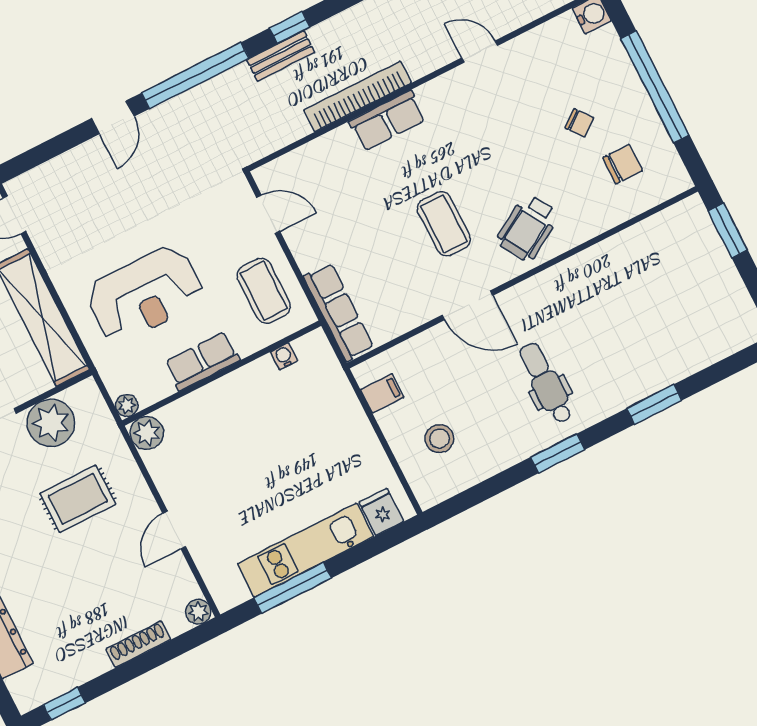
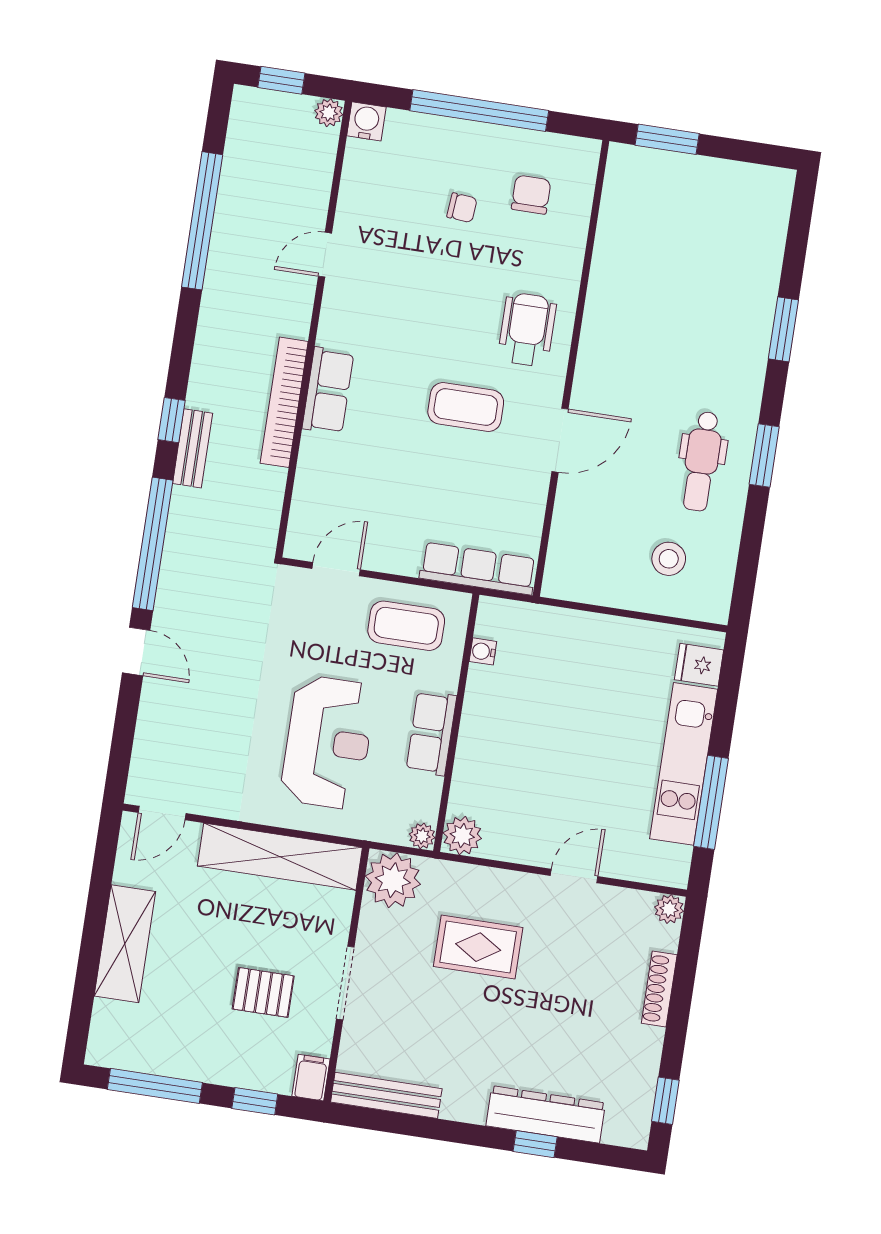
chair: (579, 123) -> (462, 208), turned 43
wheelchair: (528, 228) -> (527, 330), turned -149
dental chair: (546, 383) -> (702, 461), moved, turned -90
filing cabinet: (382, 393) -> (586, 583), removed
plant: (51, 423) -> (393, 880), moved
rug: (78, 499) -> (478, 947), turned 90
door: (174, 530) -> (574, 876), swing flipped

